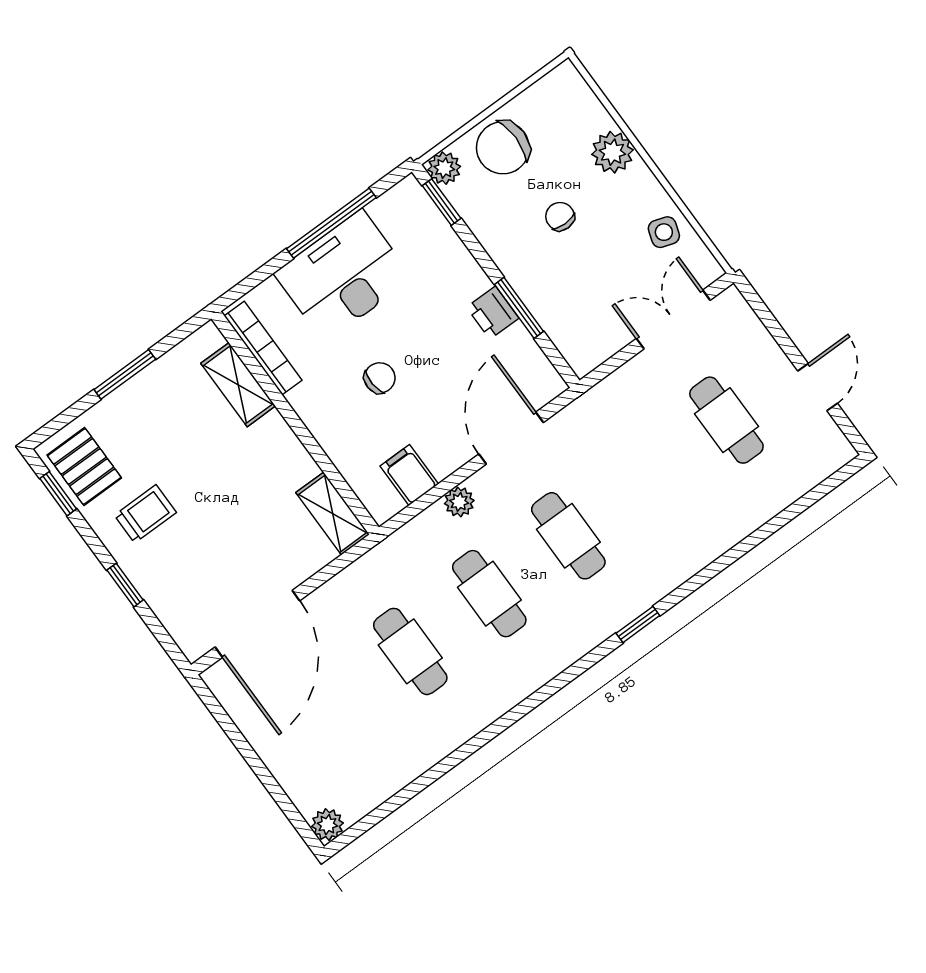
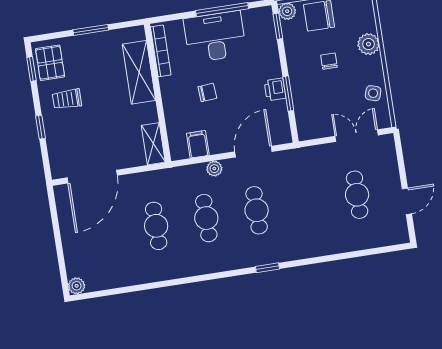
shelving: (238, 385) -> (139, 72), width x1.50, depth x1.33
trolley: (145, 514) -> (67, 99), turned 180

